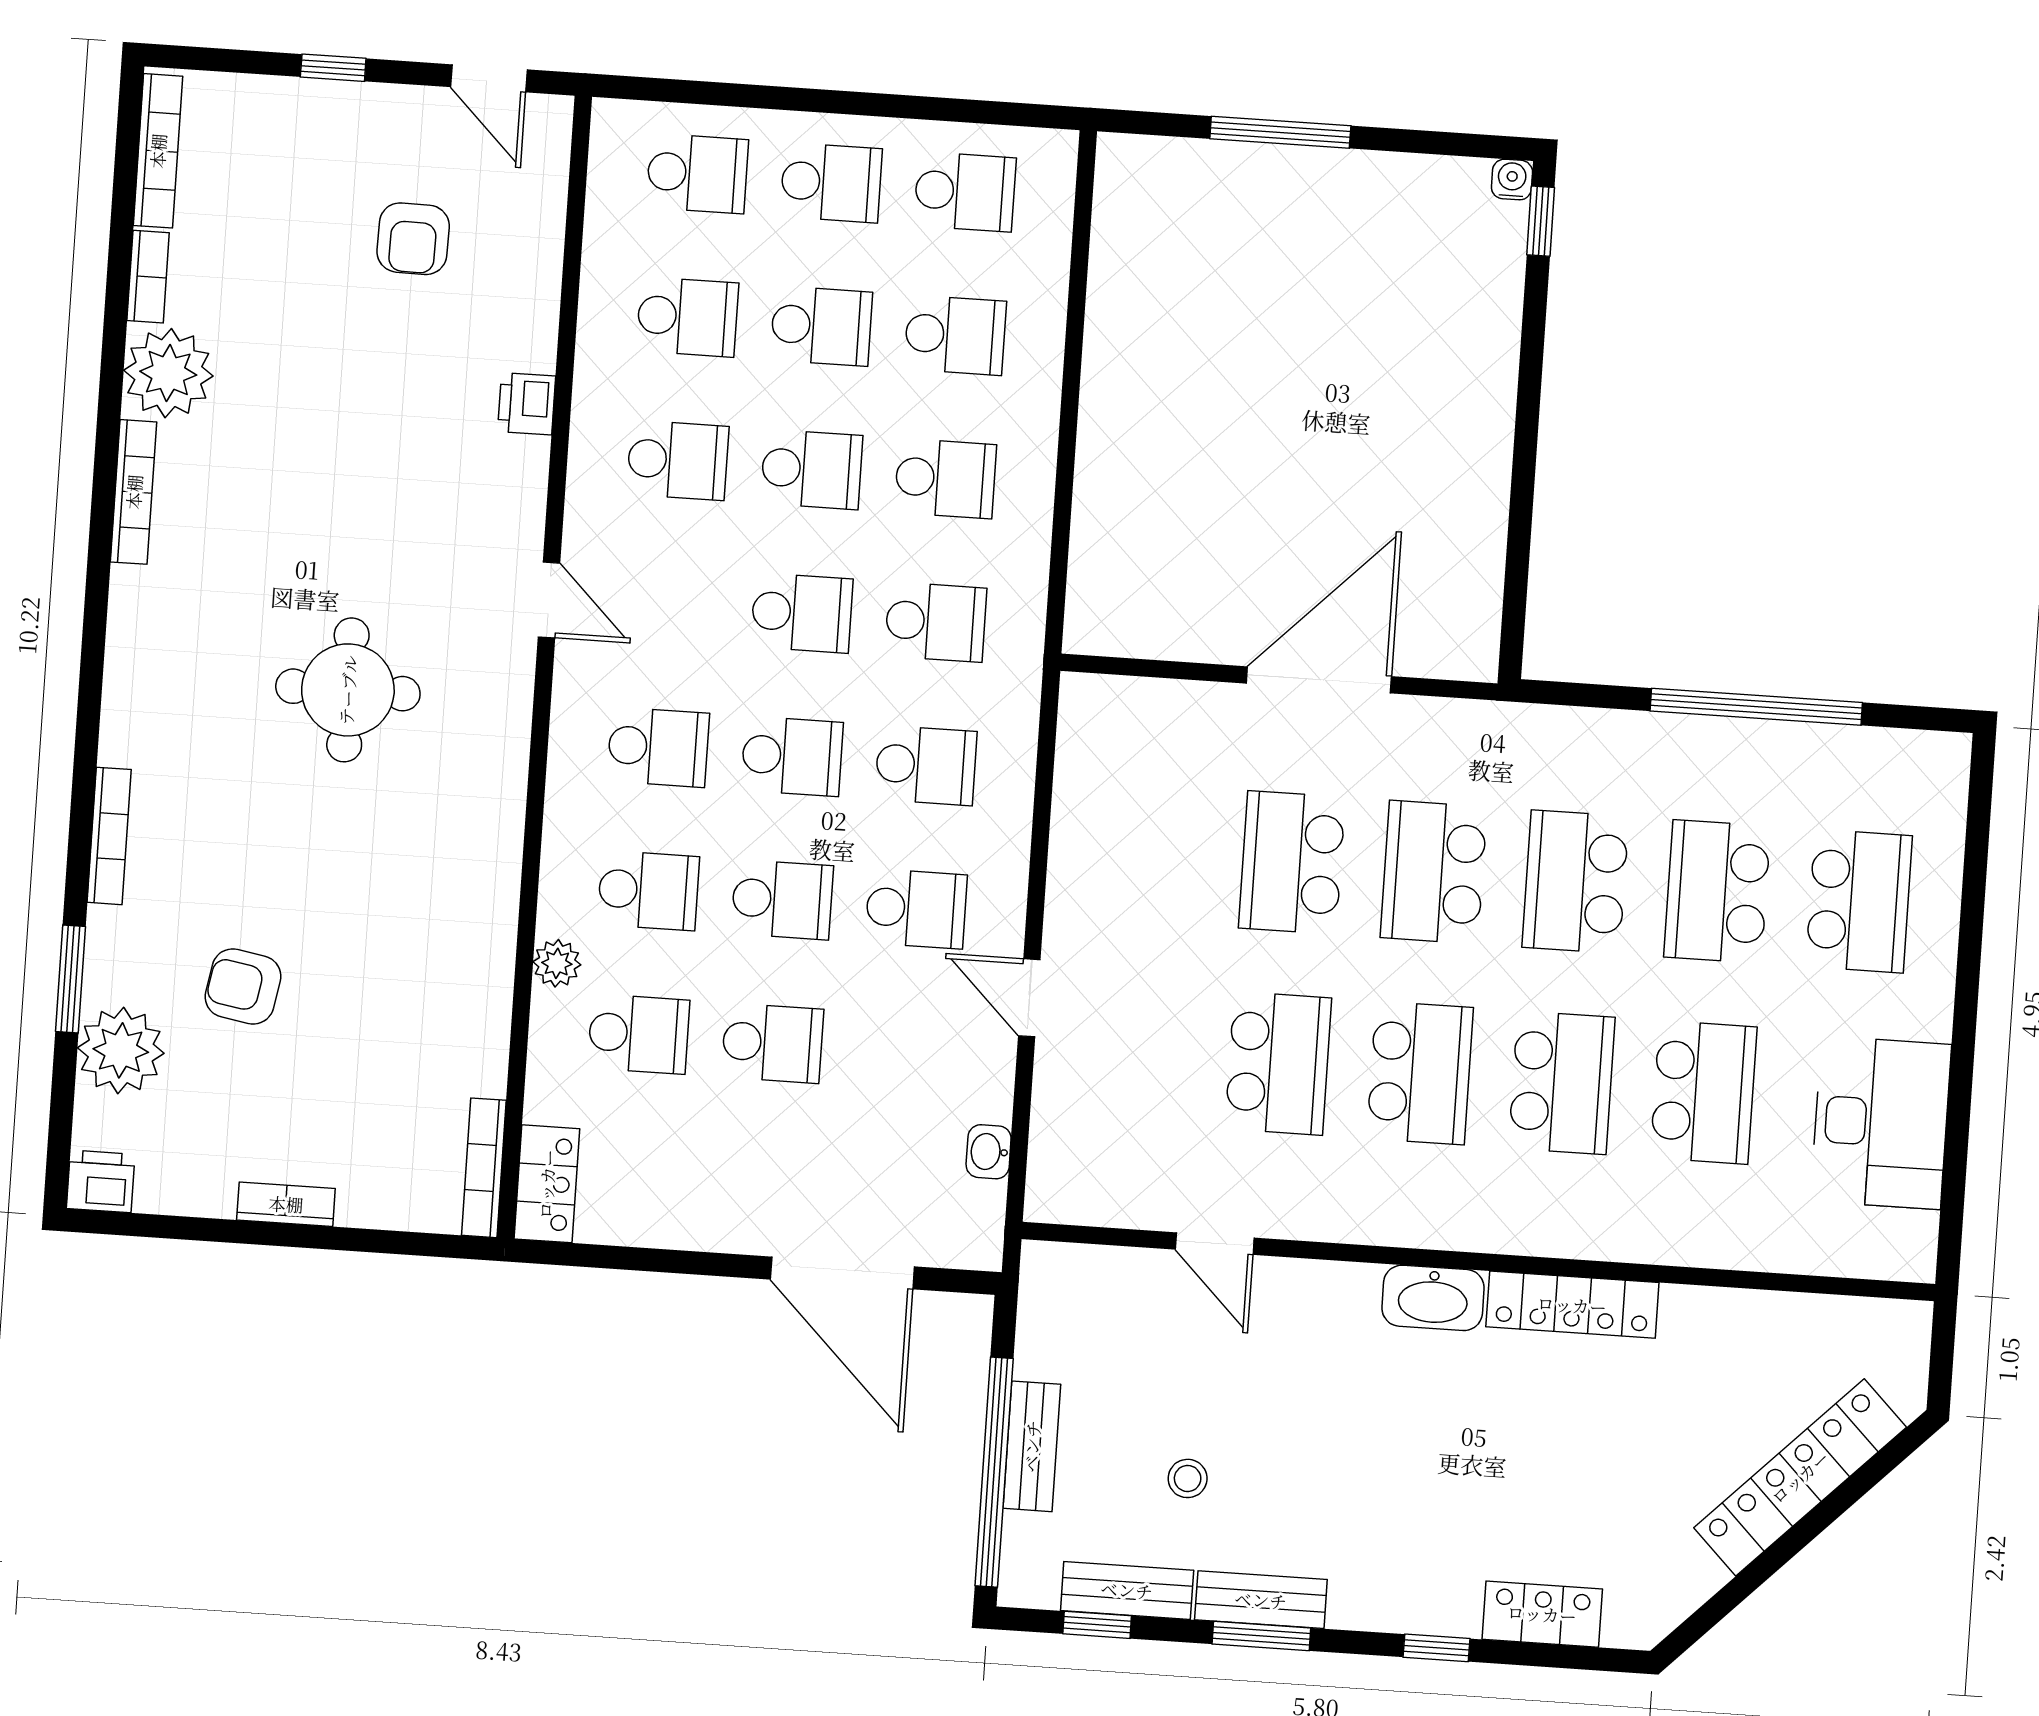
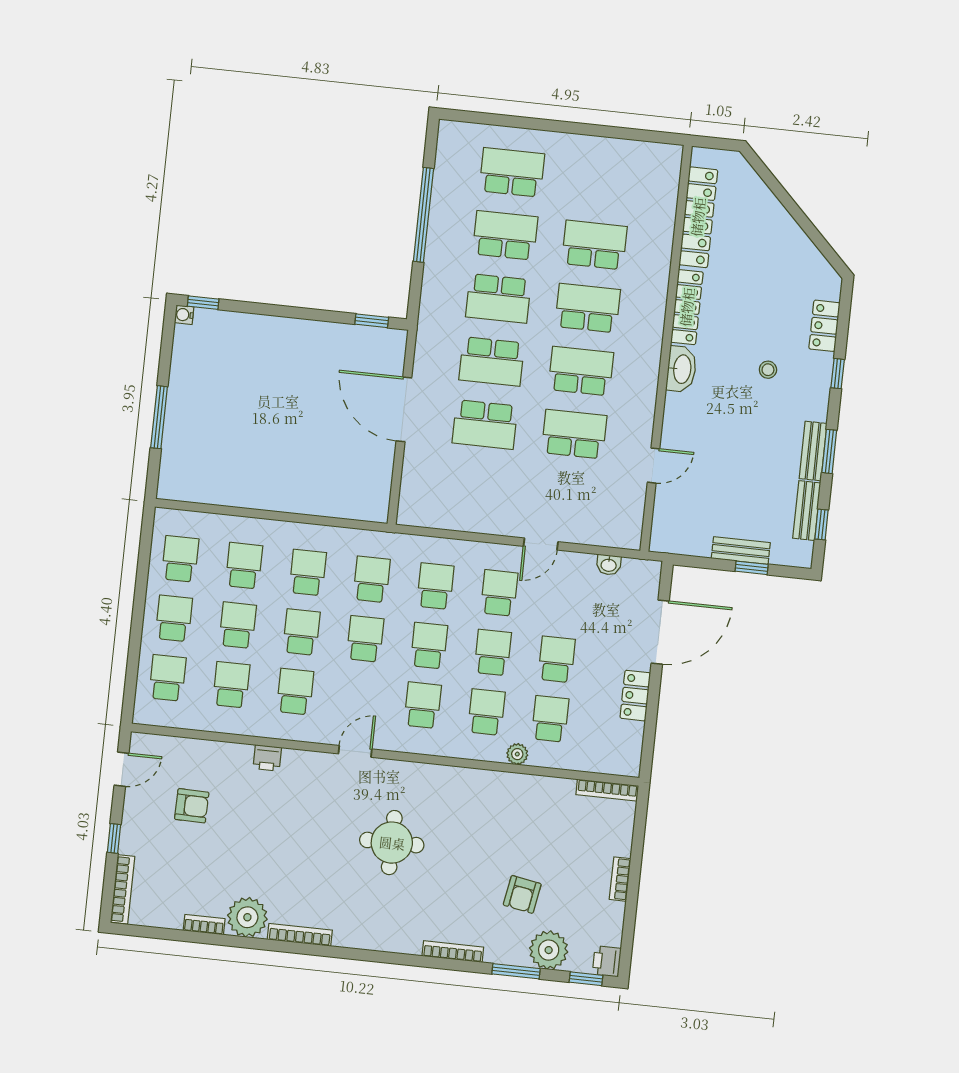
bookcase: (158, 151) -> (123, 889), moved, turned 90
window: (1515, 600) -> (372, 321), added
school desk: (1717, 891) -> (505, 235), turned 180
desk: (1881, 1123) -> (611, 166), removed
window: (60, 1137) -> (586, 979), added
locker: (547, 1184) -> (635, 696), moved, turned -90
window: (994, 1472) -> (752, 568), width x0.32
locker: (1800, 1477) -> (698, 217), moved, turned -135
stool: (1188, 1478) -> (768, 370), moved

